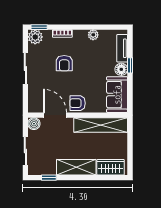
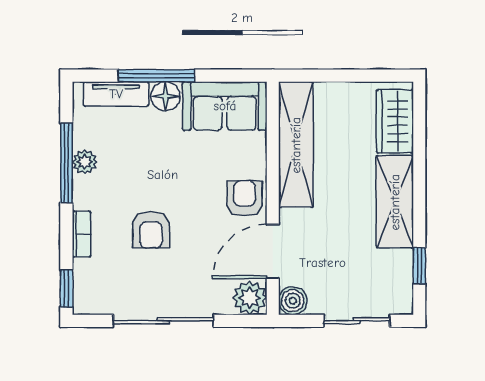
window: (93, 27) -> (66, 163), added
plant: (35, 37) -> (250, 298), moved
armchair: (64, 63) -> (151, 230), turned 90
window: (130, 65) -> (156, 76), width x2.17
sliding door: (25, 68) -> (163, 321), width x1.37
armchair: (78, 103) -> (244, 198), turned 180

